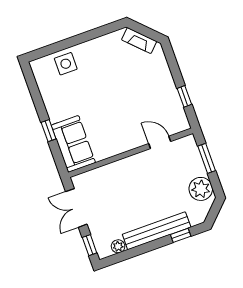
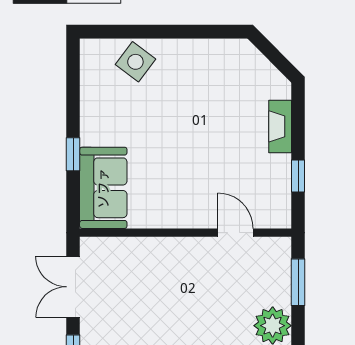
fireplace: (139, 41) -> (280, 126), moved, turned 45
side table: (66, 64) -> (135, 62), turned 37

